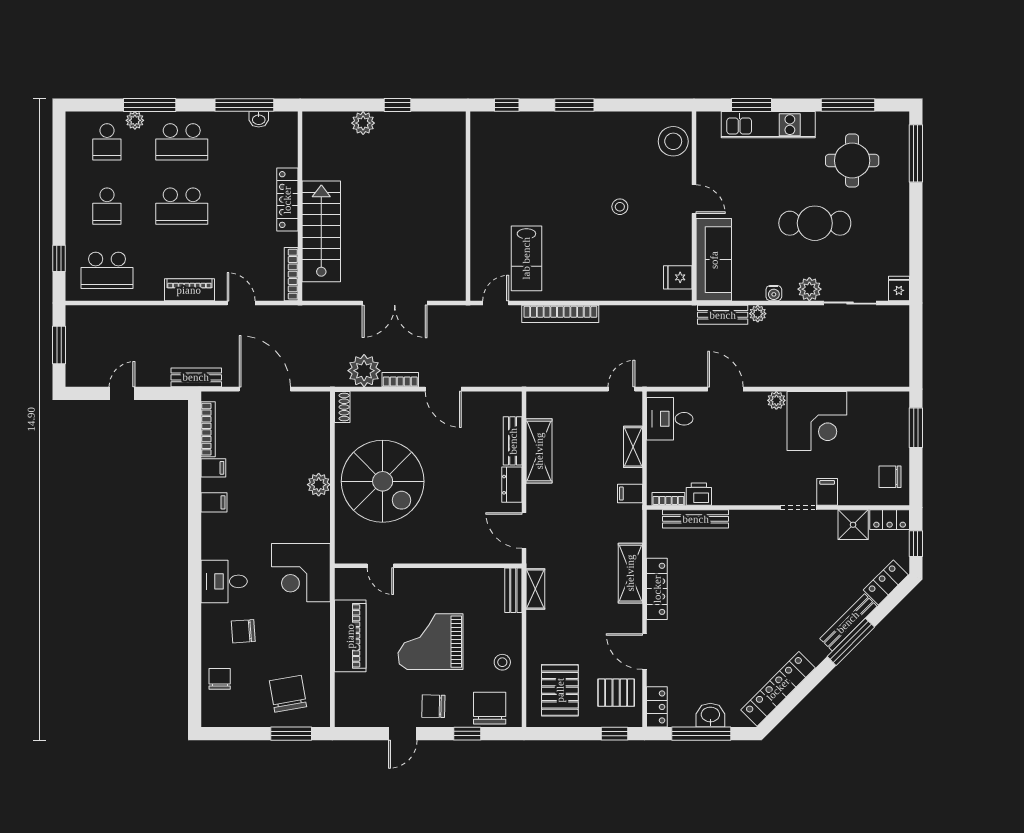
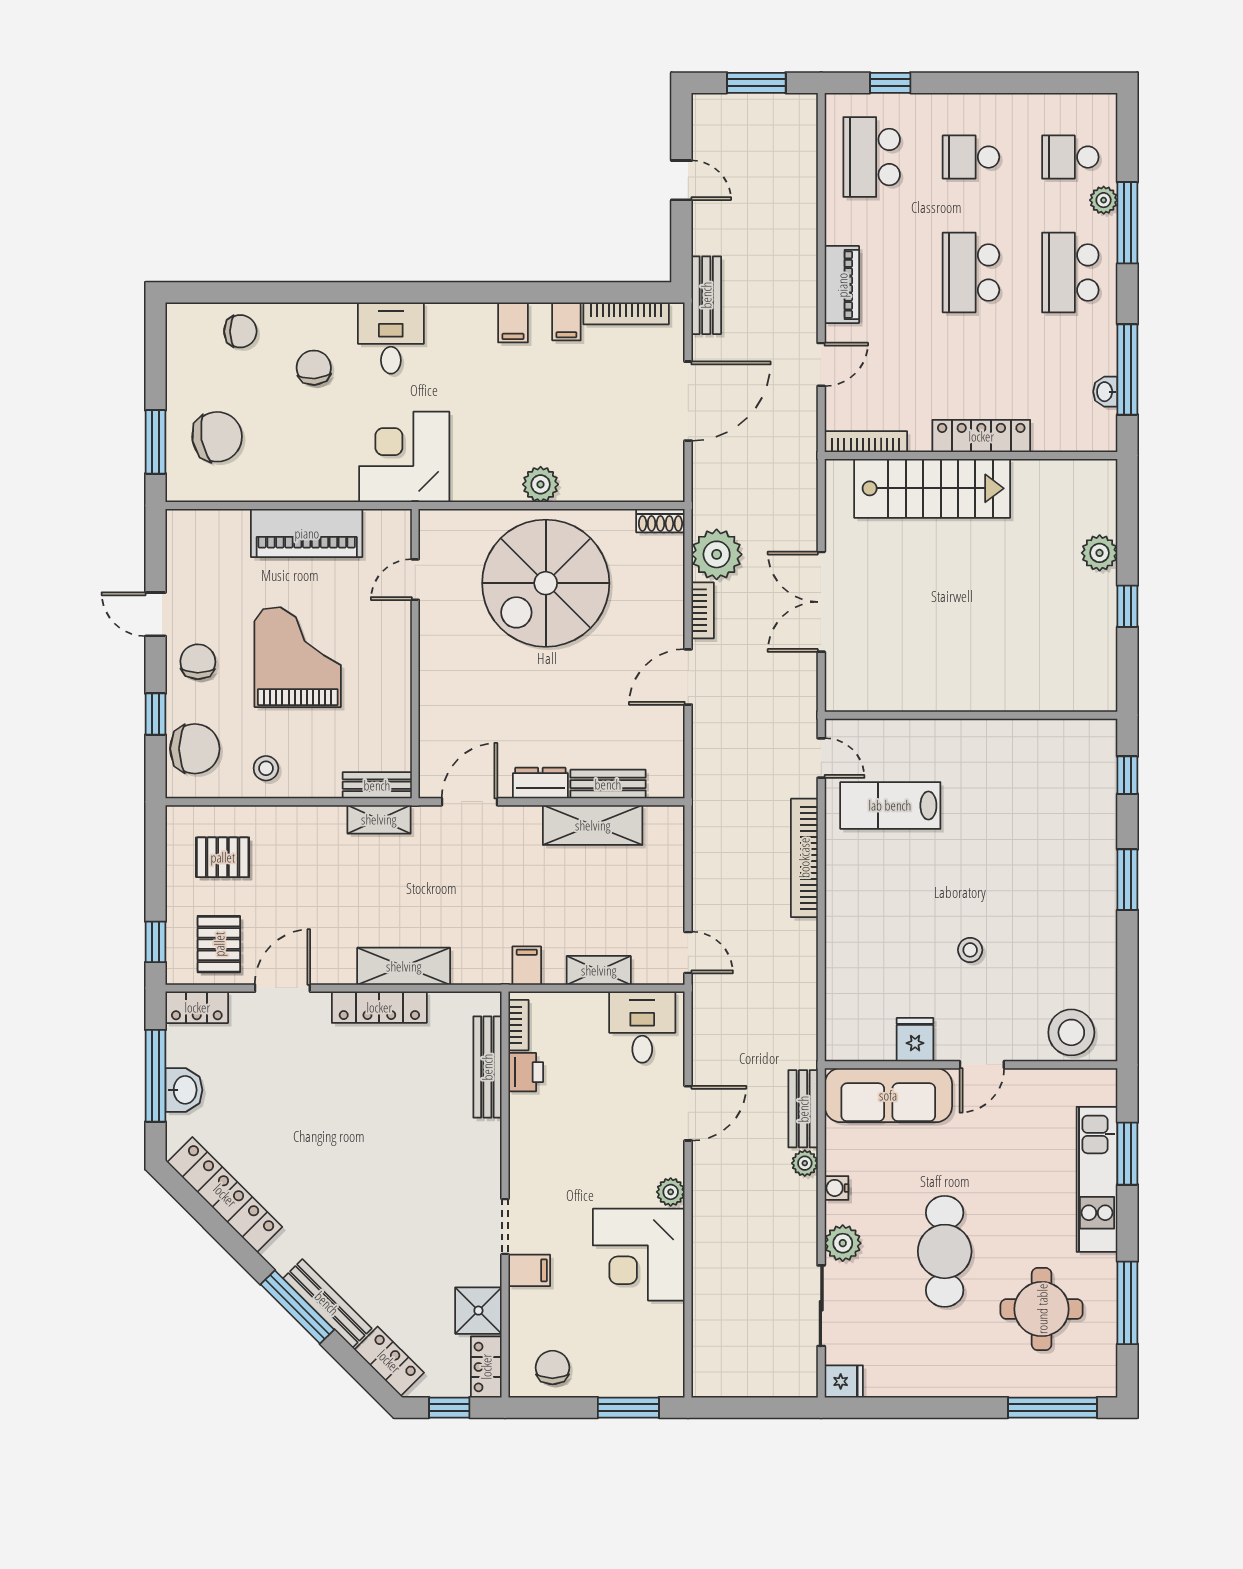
fridge: (678, 277) -> (915, 1040), moved
pallet: (560, 690) -> (223, 857), width x0.67, depth x0.71

